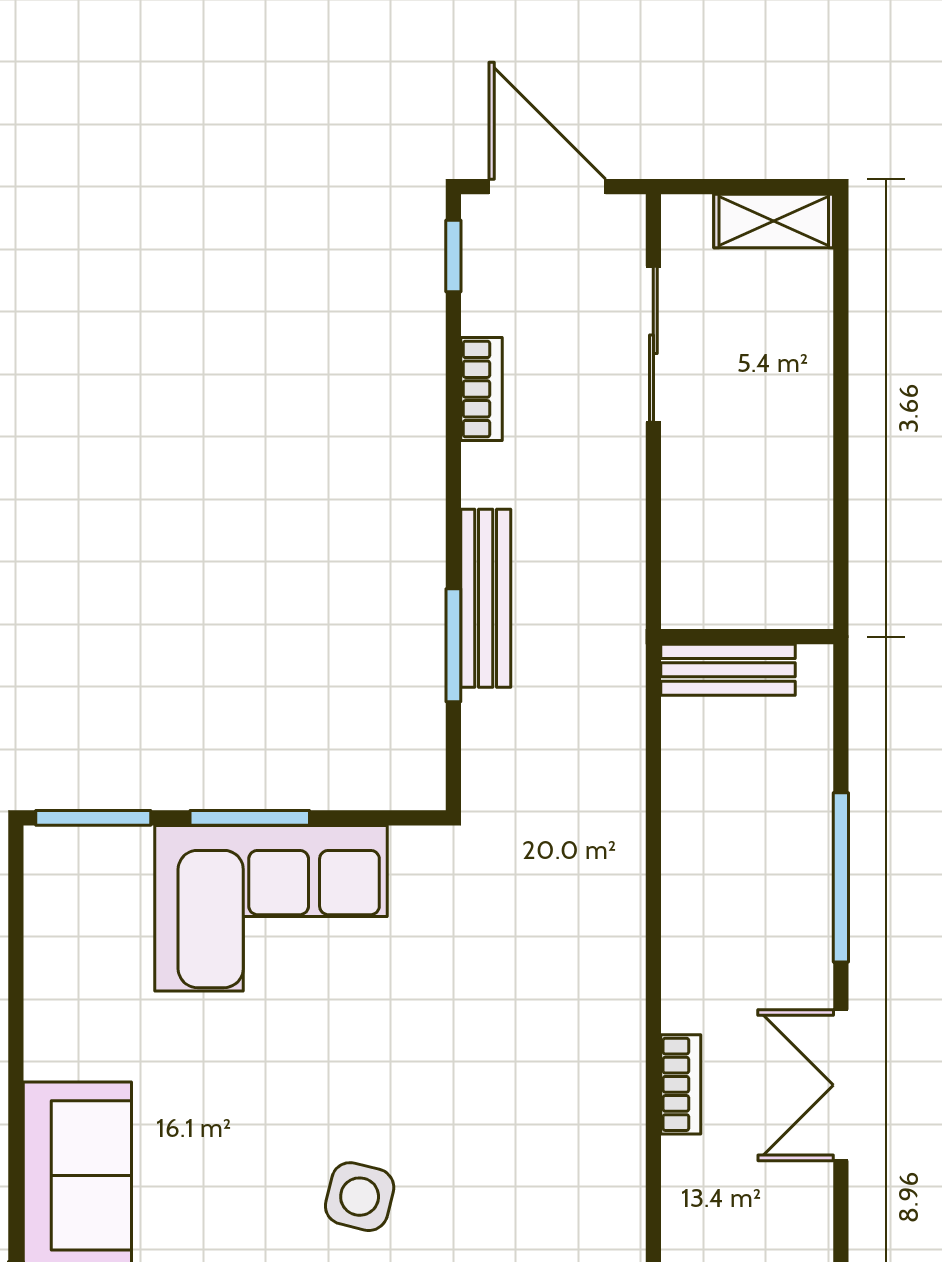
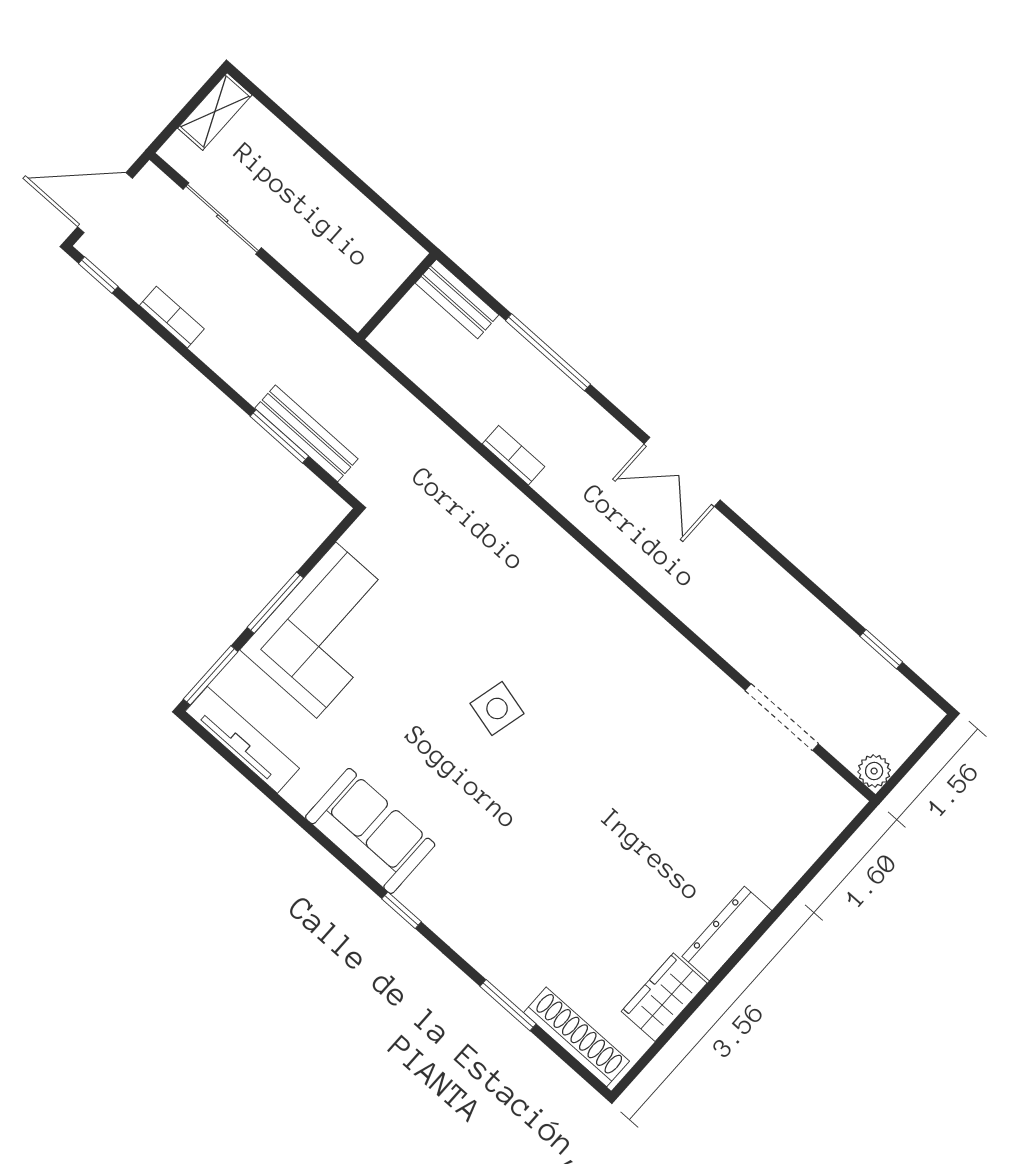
bench: (486, 598) -> (306, 433), moved
bench: (728, 670) -> (457, 299), moved, turned 90
tv unit: (50, 925) -> (242, 740), added
bookcase: (681, 1084) -> (513, 455), moved
double door: (841, 1085) -> (682, 472), moved

